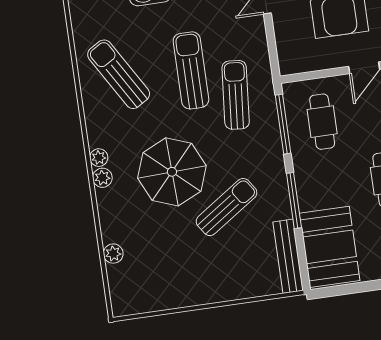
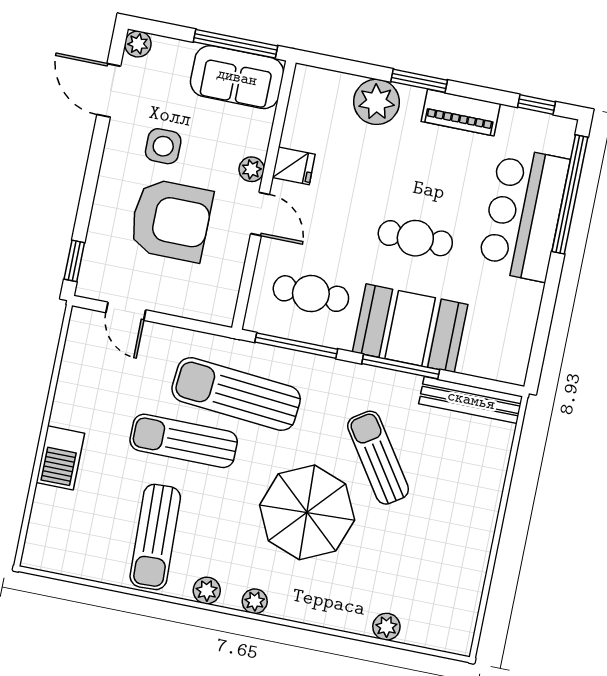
sun lounger: (119, 74) -> (155, 537), turned -61
sun lounger: (236, 95) -> (236, 394), width x1.36, depth x1.34
plant: (102, 178) -> (207, 591), moved
booth: (330, 247) -> (410, 328), moved

